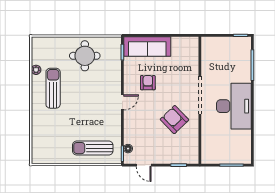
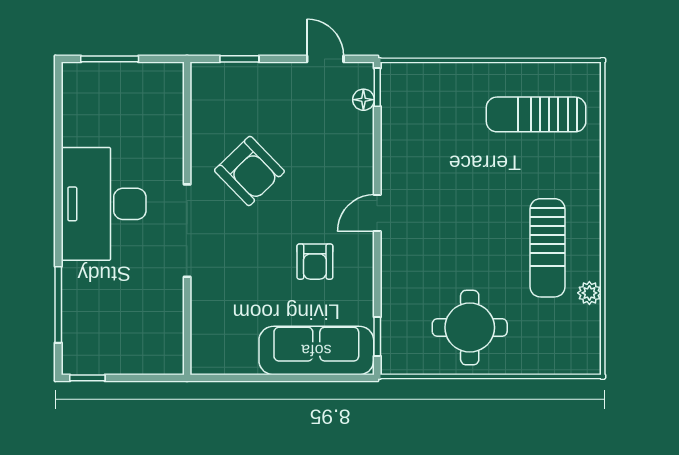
sun lounger: (93, 148) -> (536, 114), moved, turned 180

